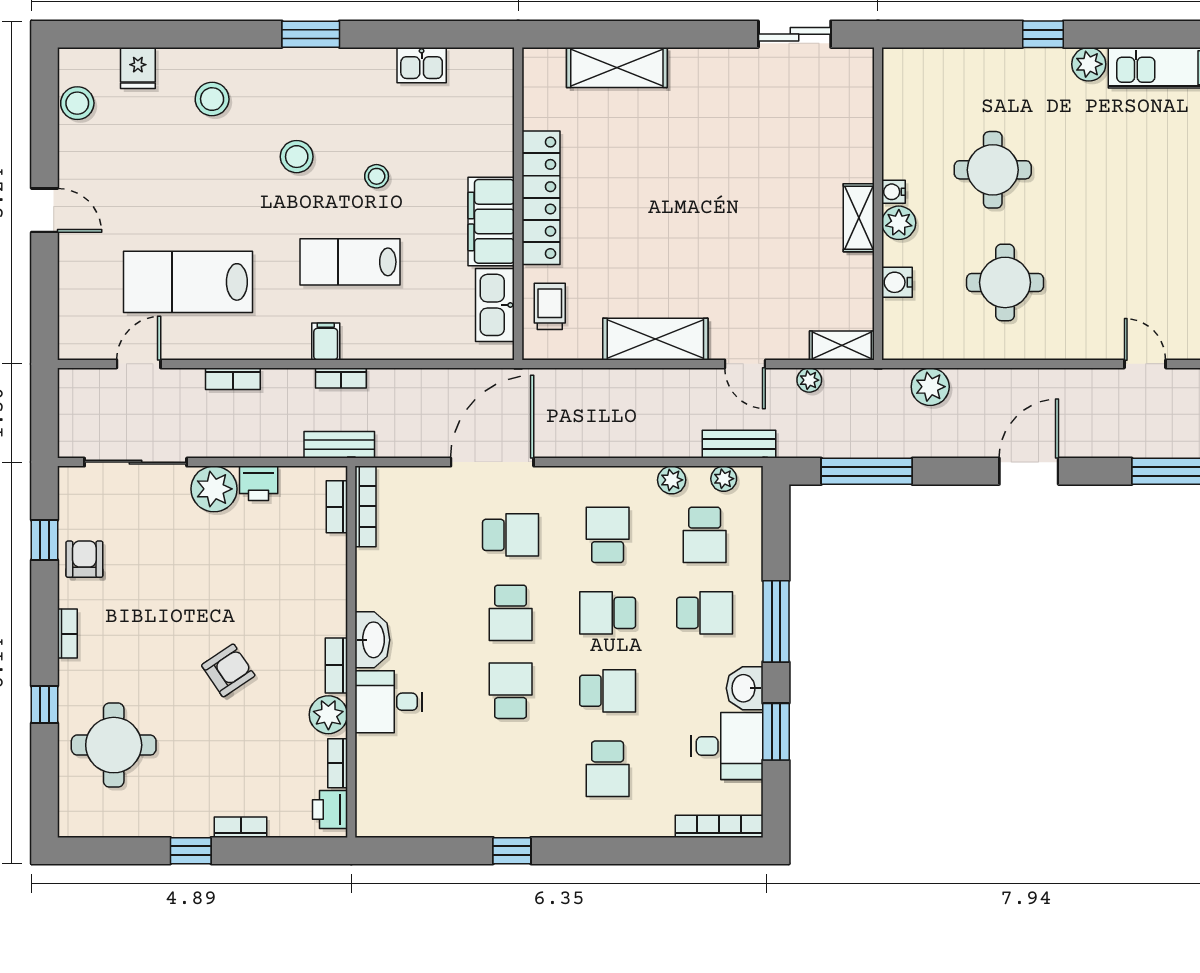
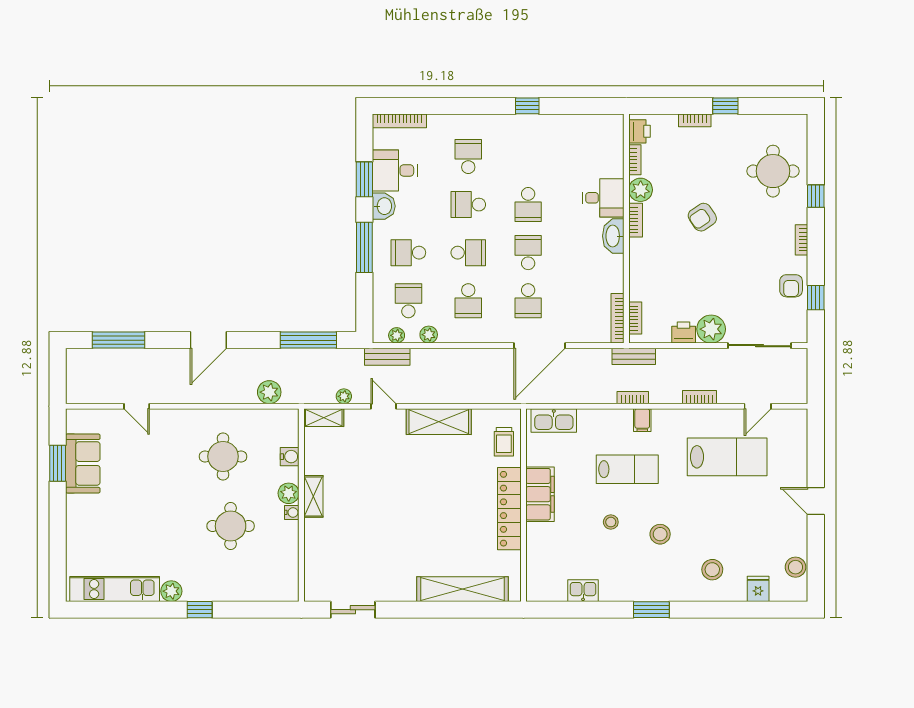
shelving: (617, 67) -> (463, 589), width x1.47
kitchen sink: (495, 305) -> (554, 421), moved, turned 90
school desk: (511, 535) -> (528, 301), turned -90

